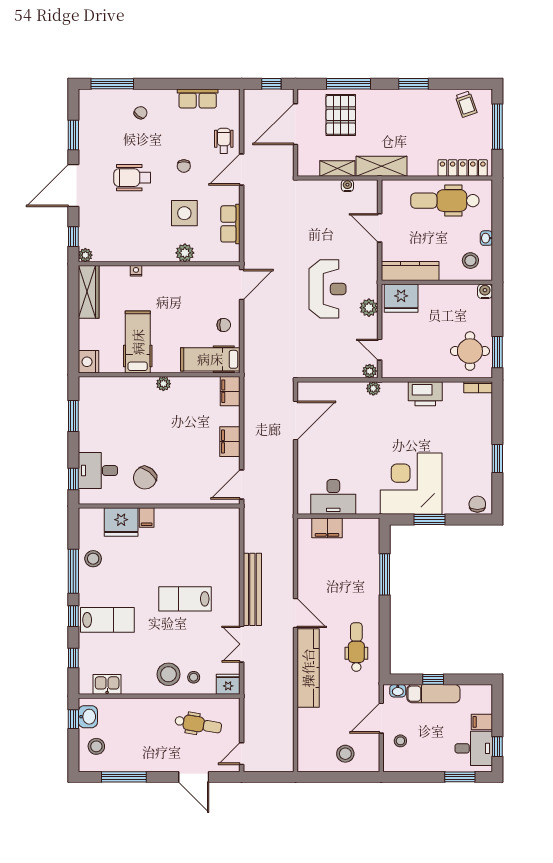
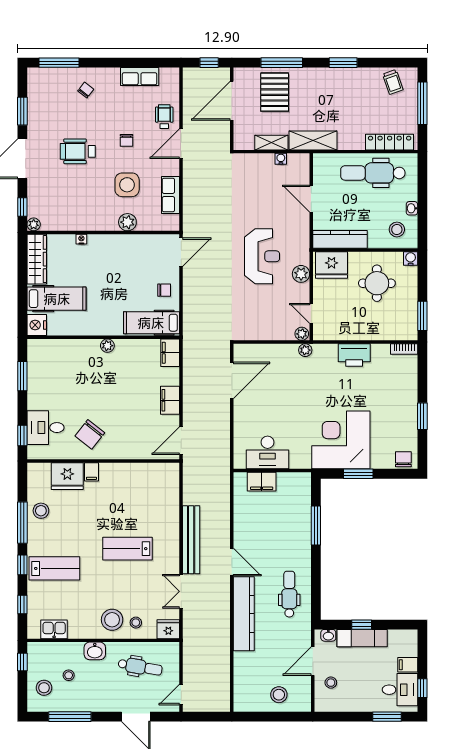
hospital bed: (138, 342) -> (57, 299), moved, turned 90
round table: (470, 351) -> (377, 283), moved
washbasin: (88, 717) -> (95, 651), moved, turned 90
stool: (122, 733) -> (69, 675), added

